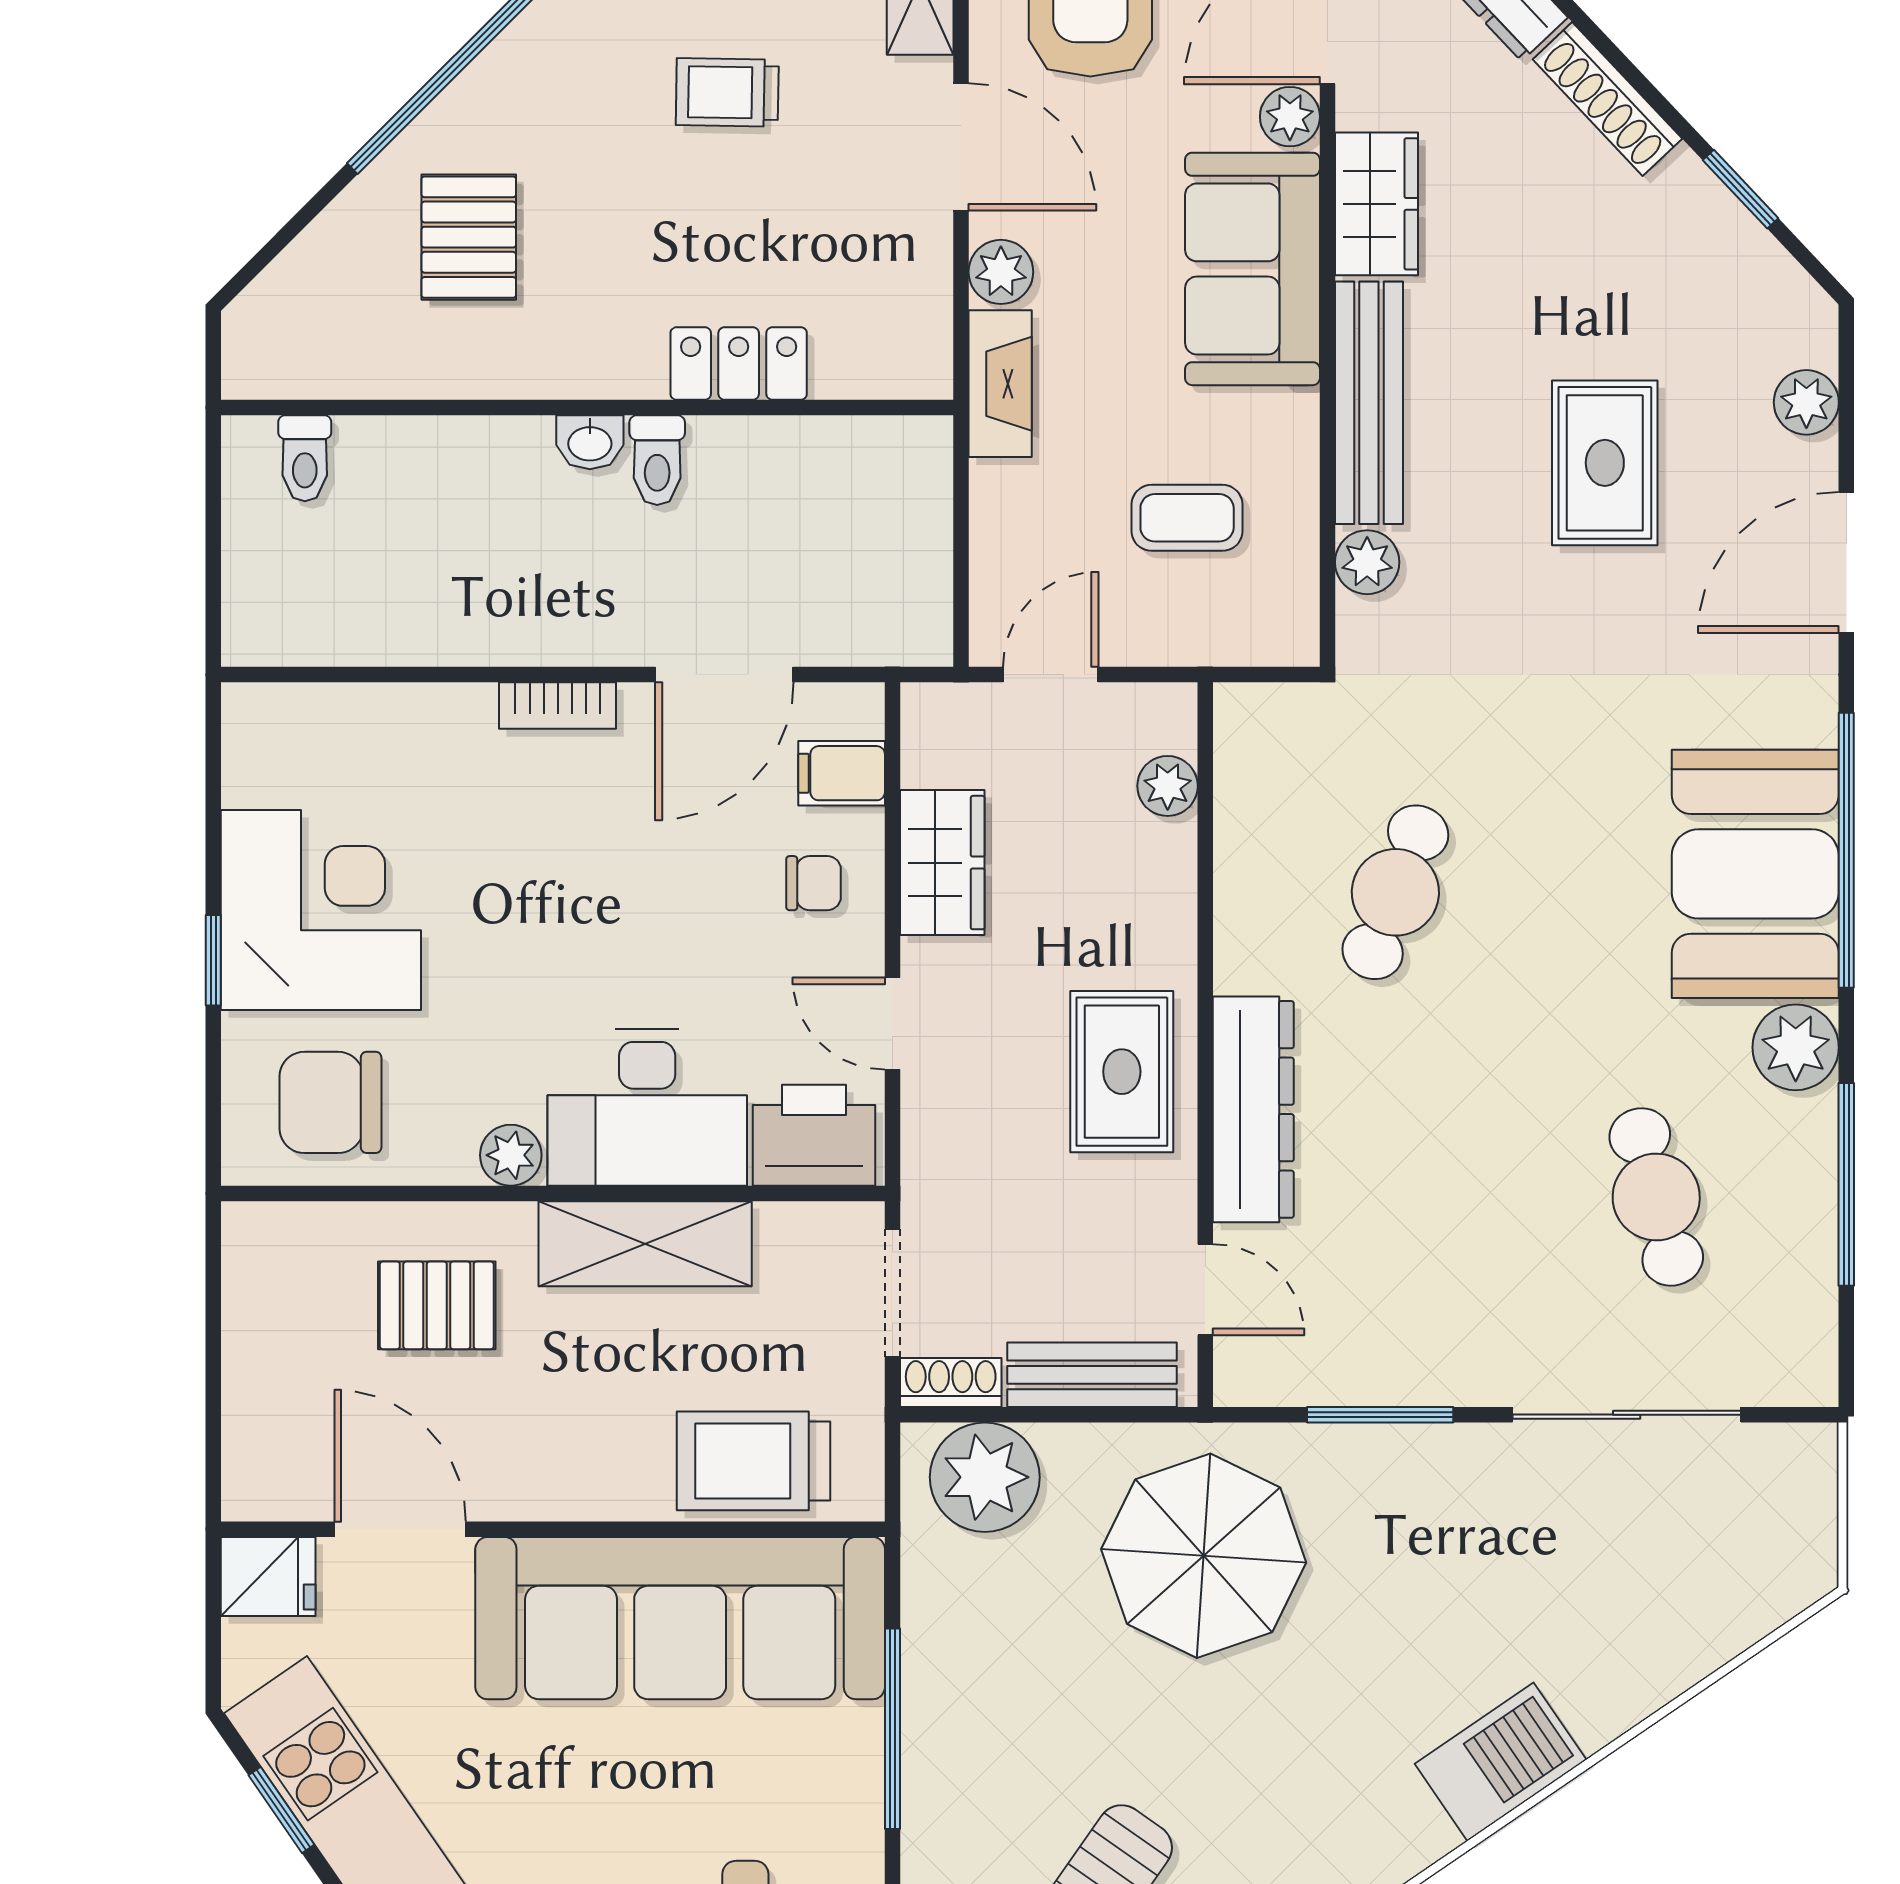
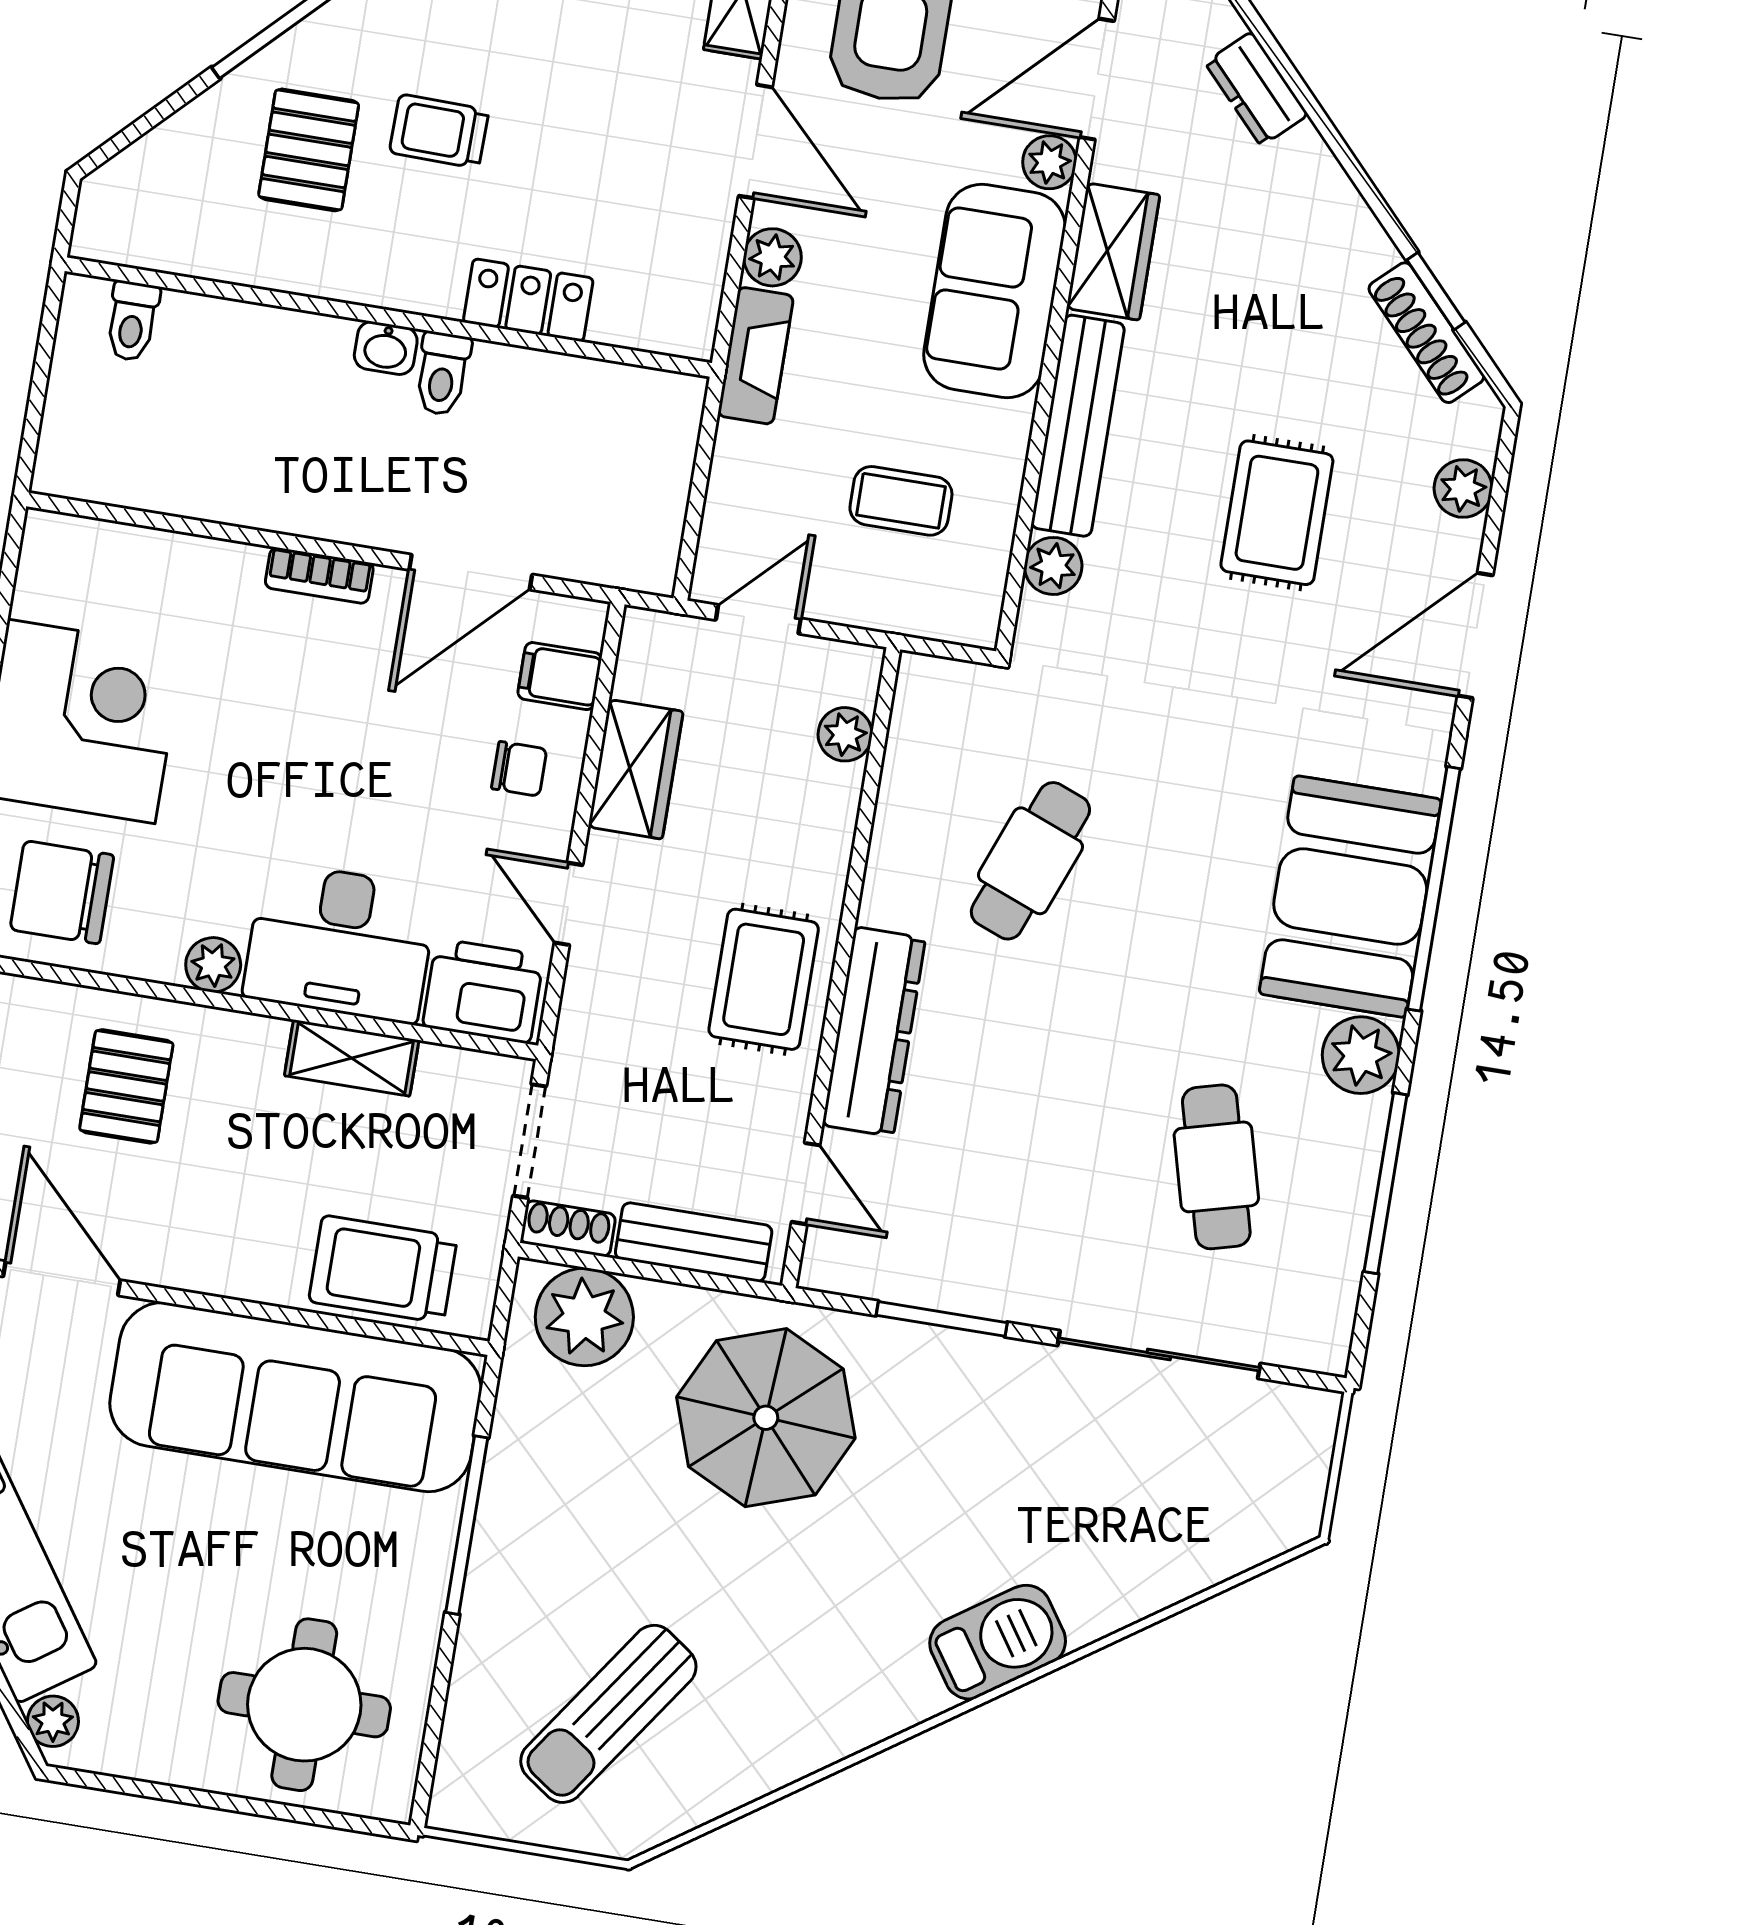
trolley: (727, 92) -> (439, 131), moved
shoe rack: (1607, 99) -> (1426, 333), moved
shelving: (645, 1244) -> (352, 1058), width x0.67, depth x0.75
pallet: (437, 1305) -> (126, 1086), turned 90

